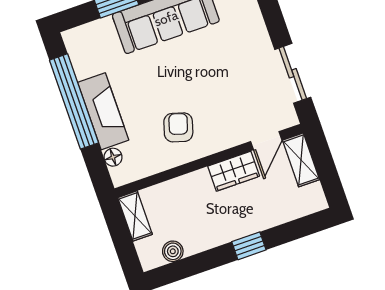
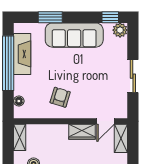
sliding door: (293, 73) -> (133, 76), moved
fireplace: (103, 111) -> (22, 54), moved

